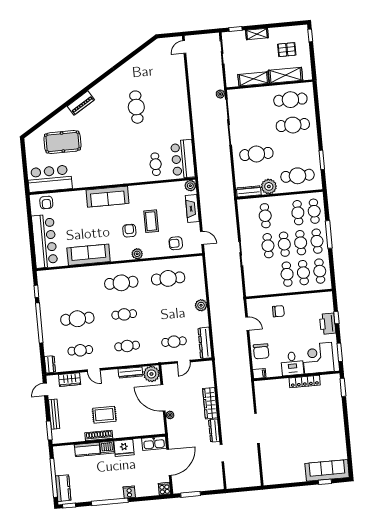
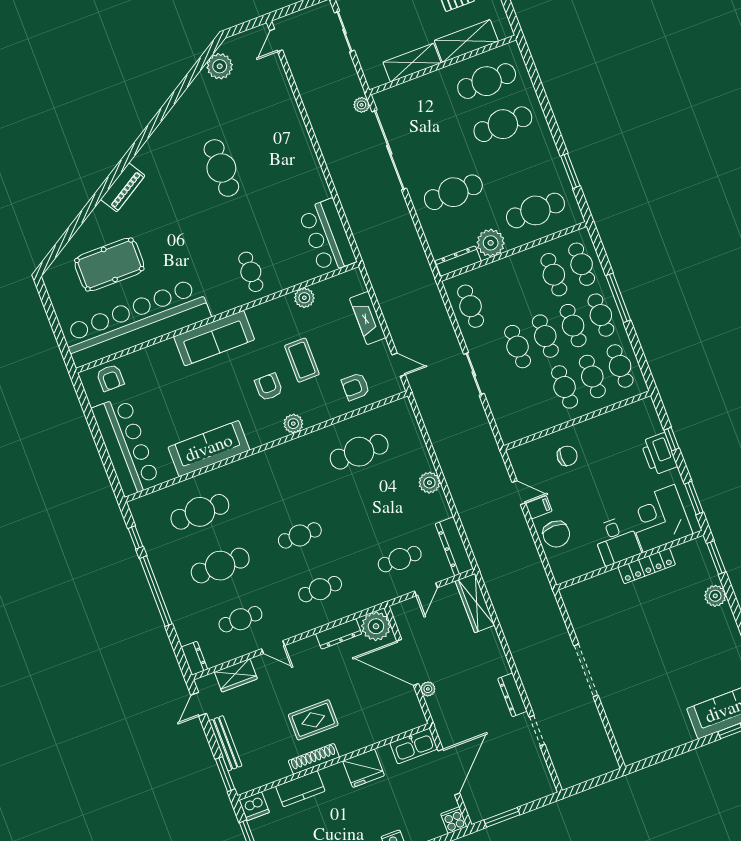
plant: (150, 53) -> (220, 66), added
cafe table: (156, 164) -> (251, 272), moved
bar counter: (50, 179) -> (136, 323), width x1.86
plant: (190, 186) -> (304, 298), moved
cafe table: (265, 216) -> (471, 306), moved
cafe table: (121, 283) -> (200, 512), moved
filing cabinet: (259, 374) -> (539, 507), moved
wardrobe: (210, 403) -> (475, 603), moved
plant: (337, 408) -> (715, 596), added
dishwasher: (107, 448) -> (254, 806), moved

